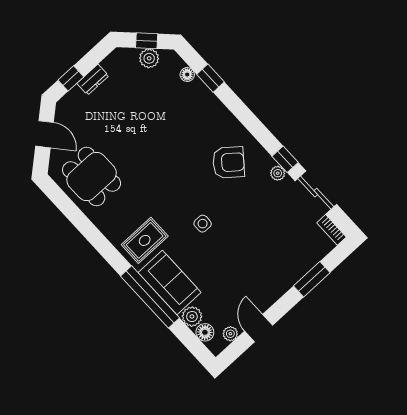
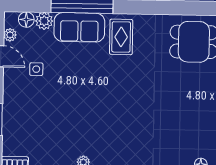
armchair: (229, 162) -> (120, 137), removed
side table: (203, 224) -> (36, 69), moved

